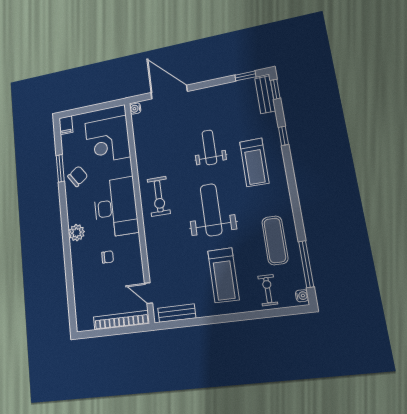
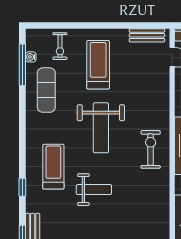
weight bench: (209, 147) -> (94, 190), turned -90
water cooler: (302, 296) -> (31, 57), moved

